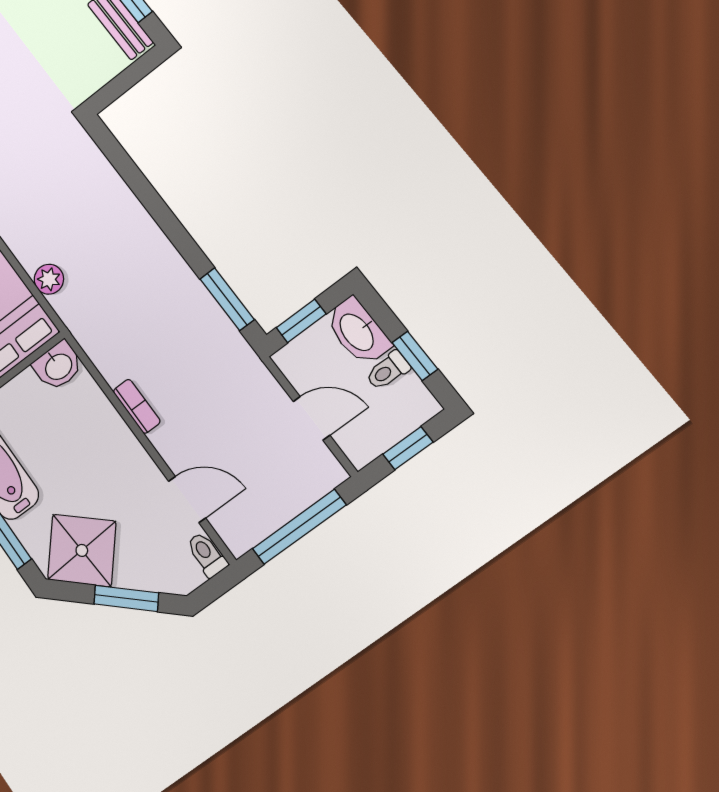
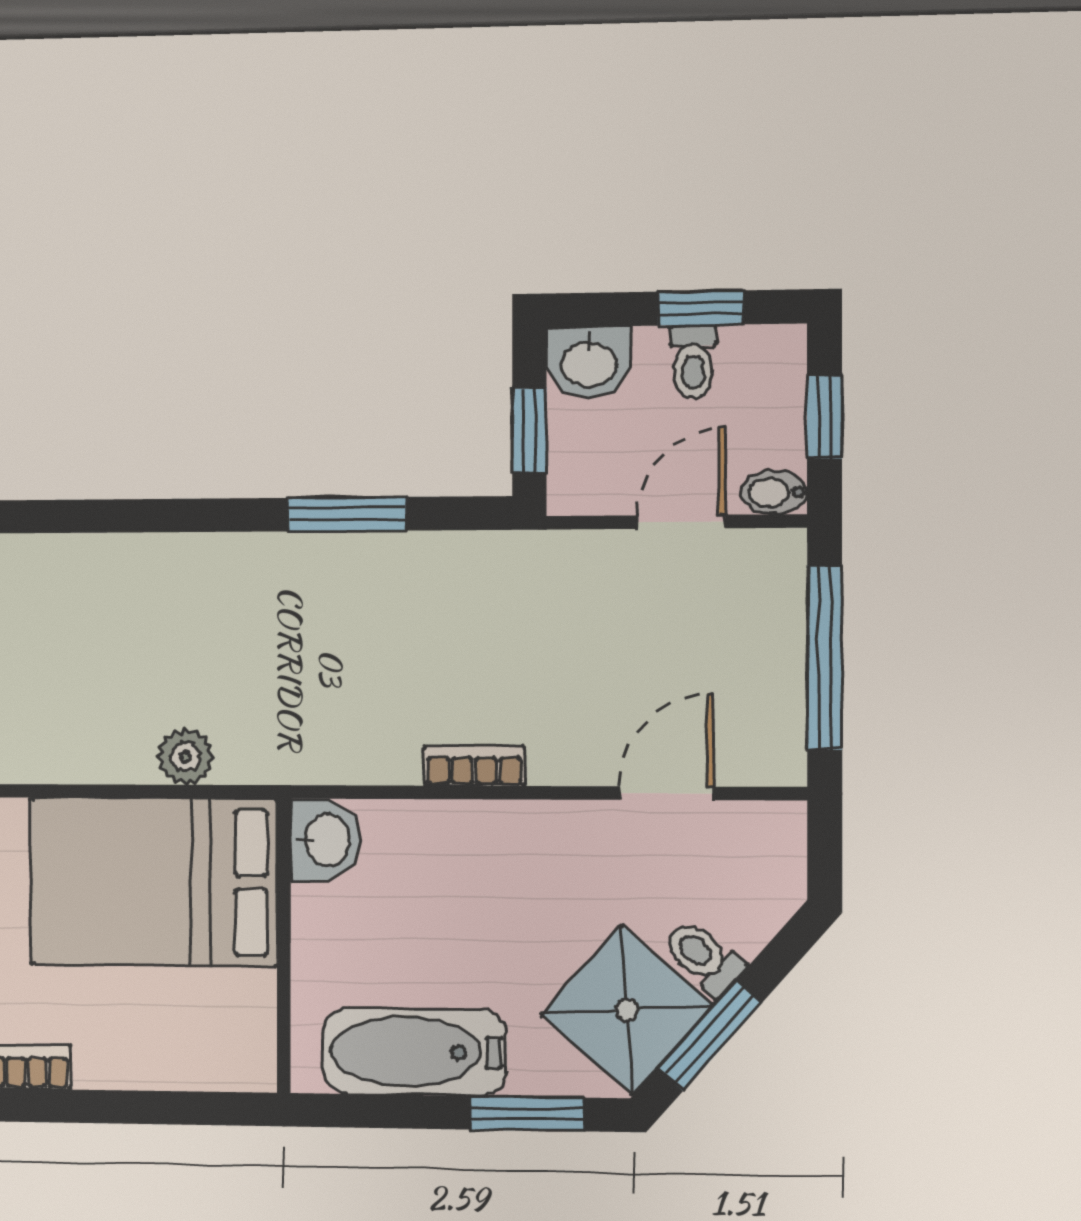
window: (227, 299) -> (347, 514), moved
washbasin: (358, 332) -> (589, 362), width x0.72
bidet: (356, 450) -> (774, 492), added
toilet: (207, 555) -> (703, 957), moved, turned 41
window: (126, 598) -> (710, 1035), moved

